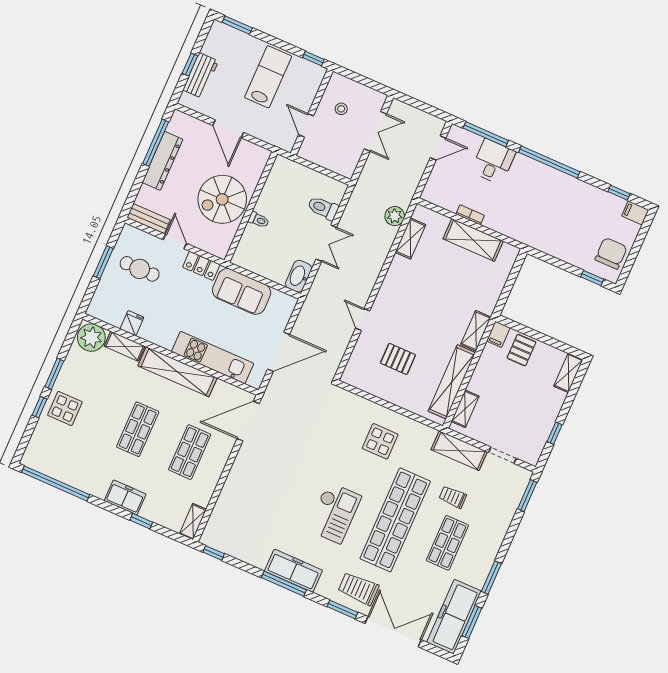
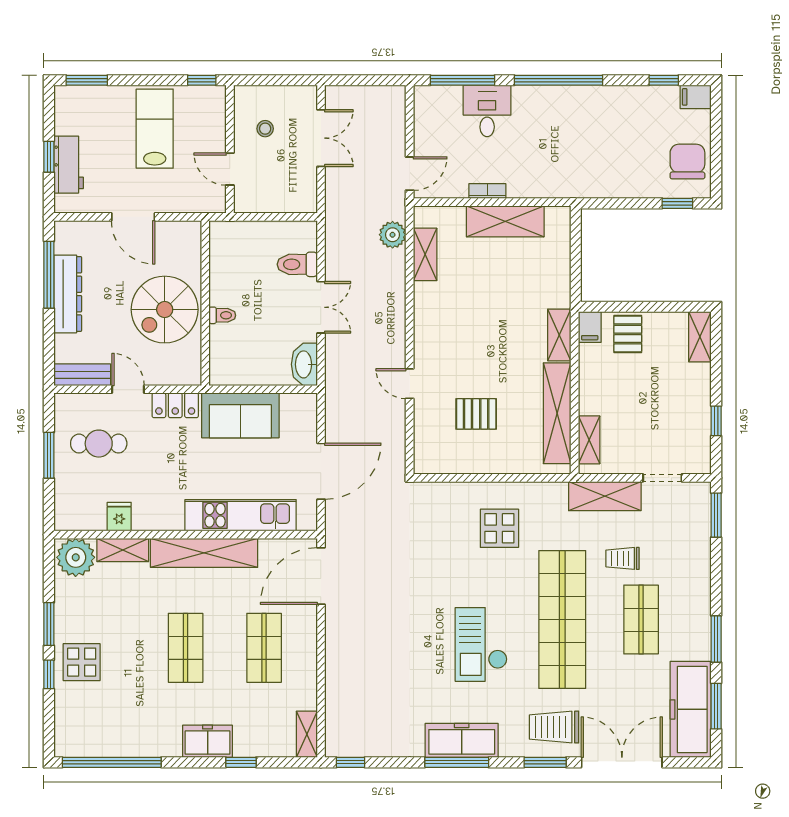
door: (438, 148) -> (410, 174), moved
checkout: (334, 513) -> (481, 644), turned 180

